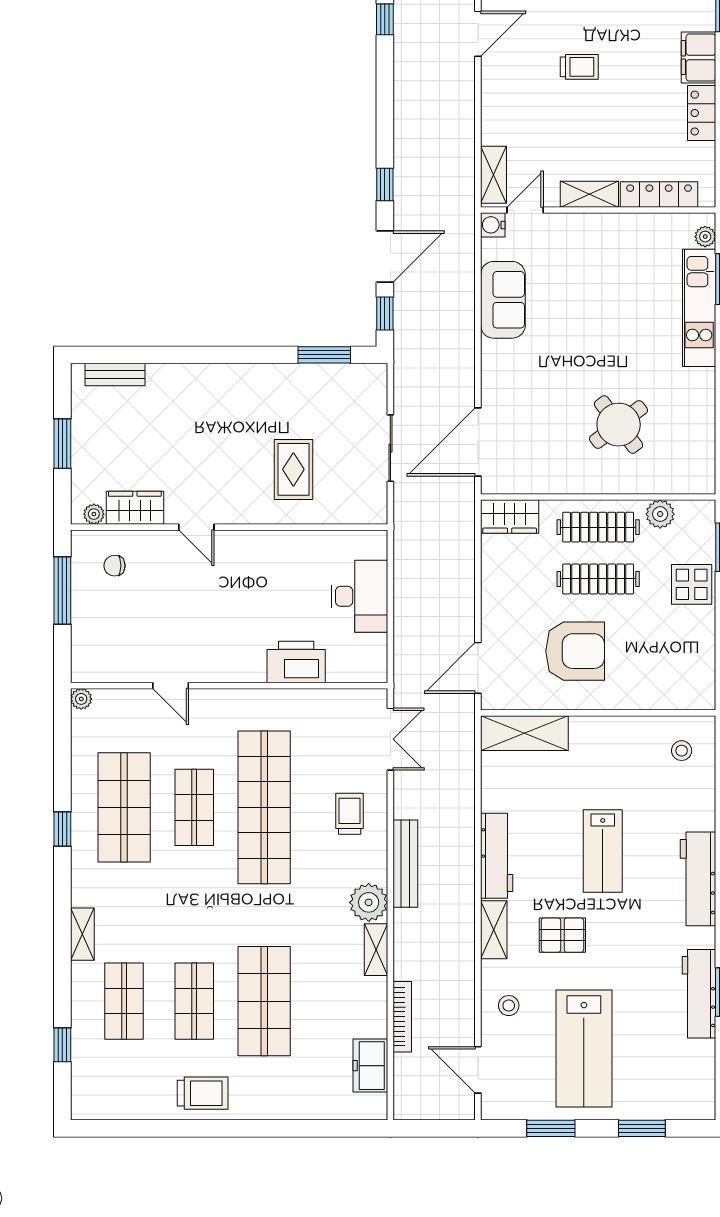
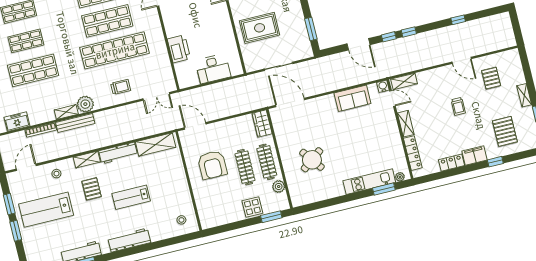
window: (385, 313) -> (409, 32), moved
rug: (293, 469) -> (260, 28), width x1.36, depth x1.43
shelving: (524, 733) -> (156, 145), moved, turned 90
shop shelf: (194, 807) -> (107, 21), width x1.43, depth x1.36
bench: (405, 864) -> (75, 123), moved
window: (642, 1128) -> (16, 231), moved

